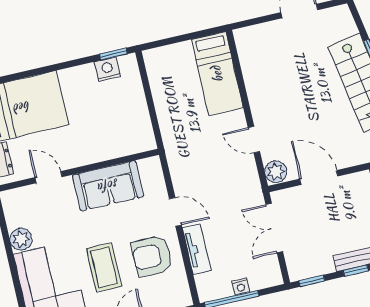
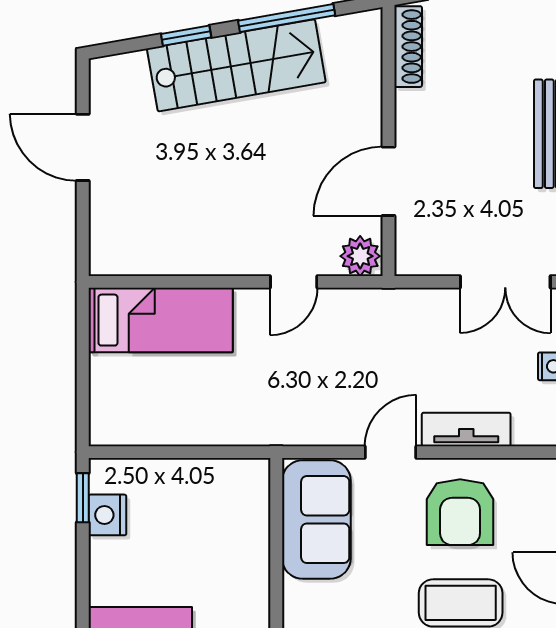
sofa: (108, 186) -> (316, 520), moved
double door: (274, 228) -> (505, 282), moved

